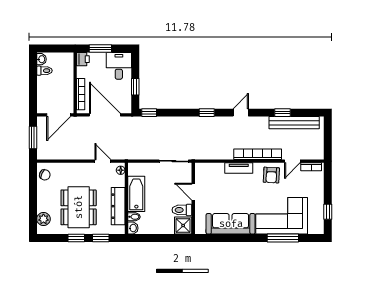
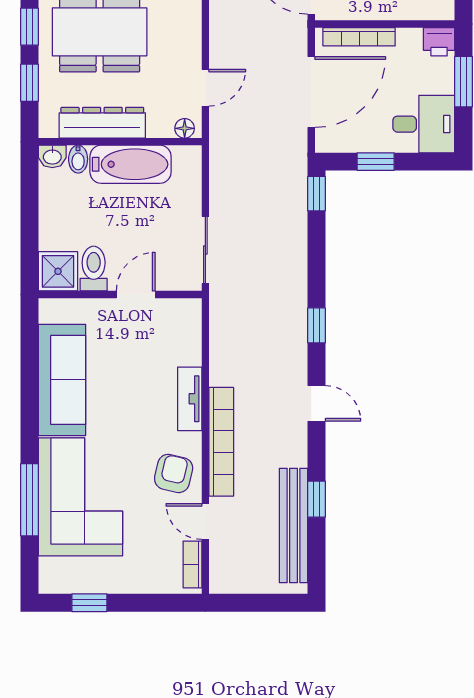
armchair: (271, 175) -> (174, 473), turned 100

